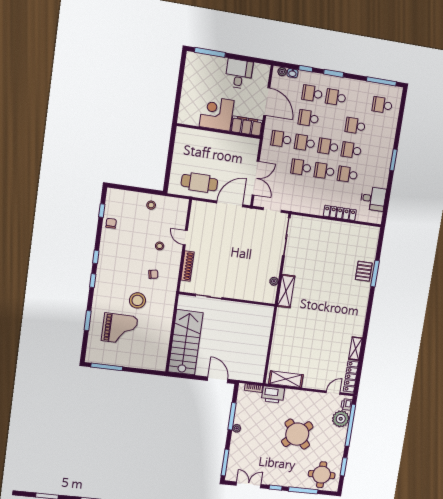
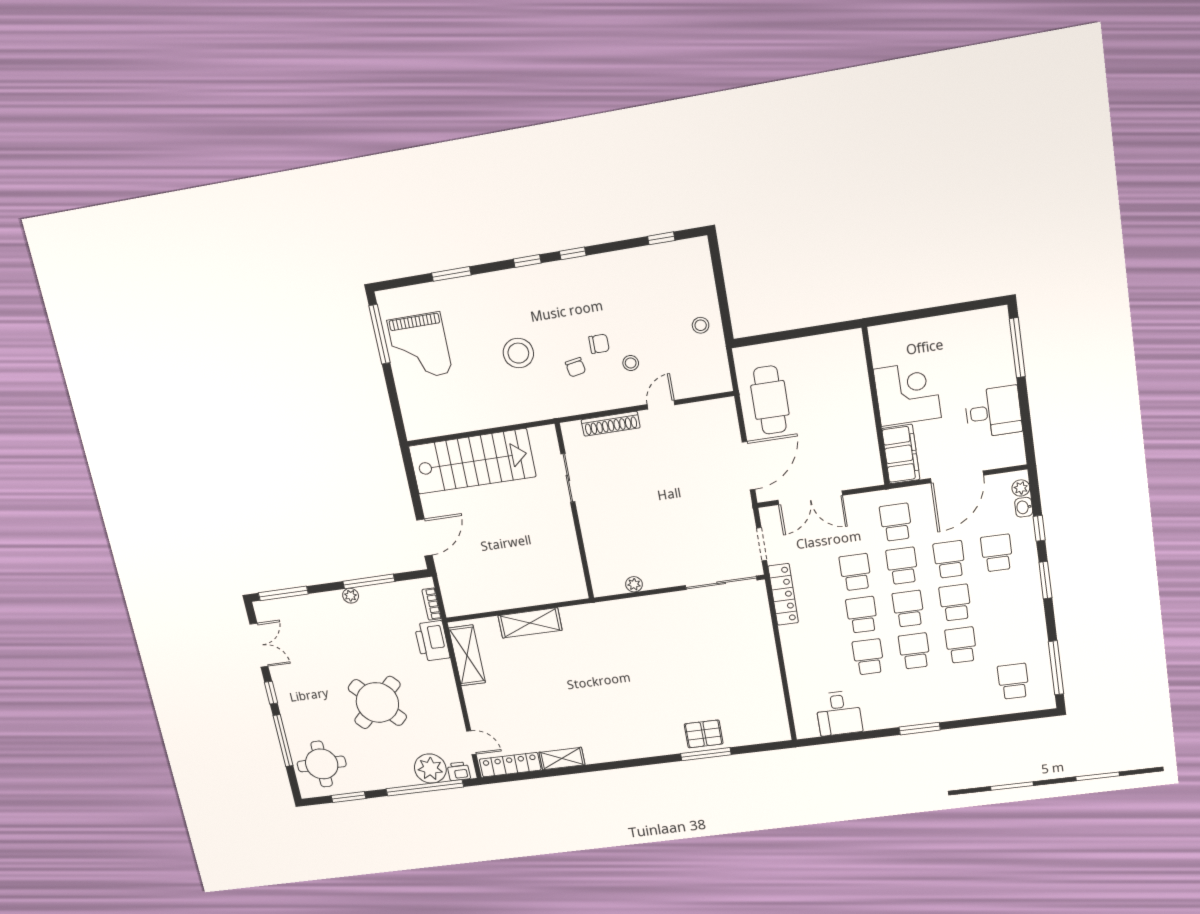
school desk: (336, 97) -> (955, 603), moved
door: (230, 204) -> (749, 466), hinge flipped
locker: (340, 213) -> (783, 594), moved
chair: (111, 223) -> (599, 344), moved
shelving: (286, 291) -> (530, 623), moved
grand piano: (120, 329) -> (420, 347), moved

